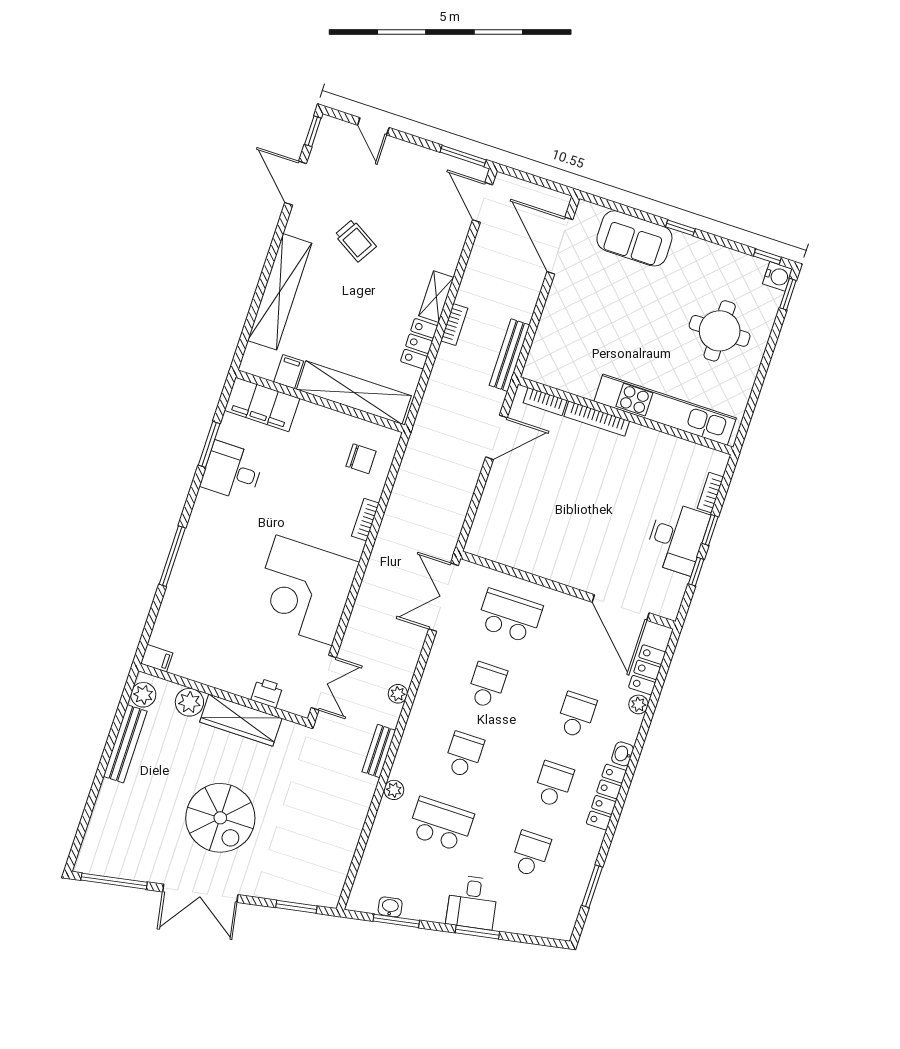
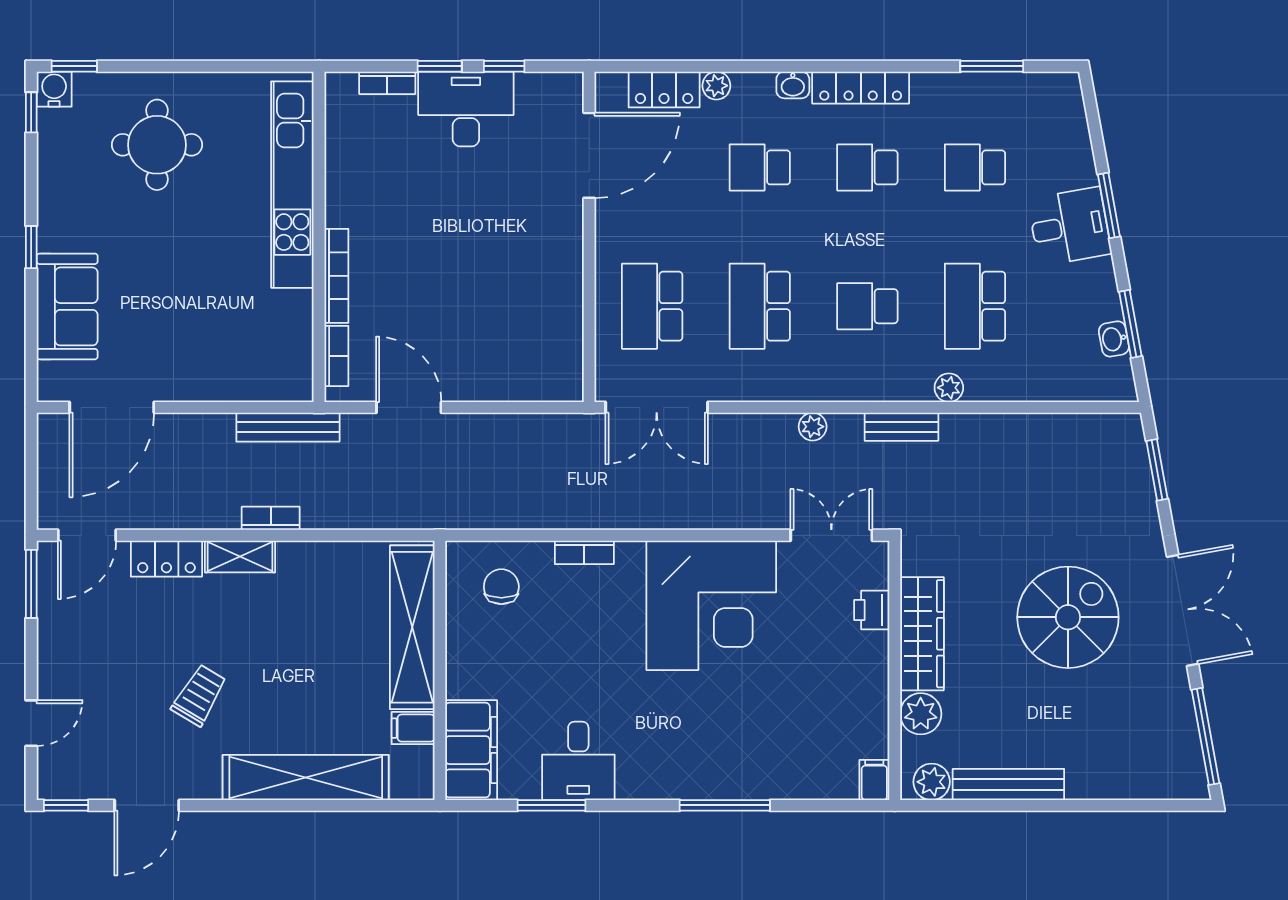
locker: (419, 344) -> (166, 559), moved
school desk: (487, 685) -> (760, 306), width x1.85

